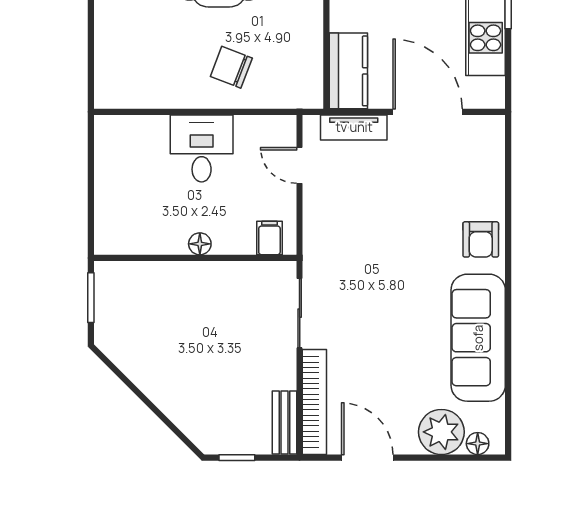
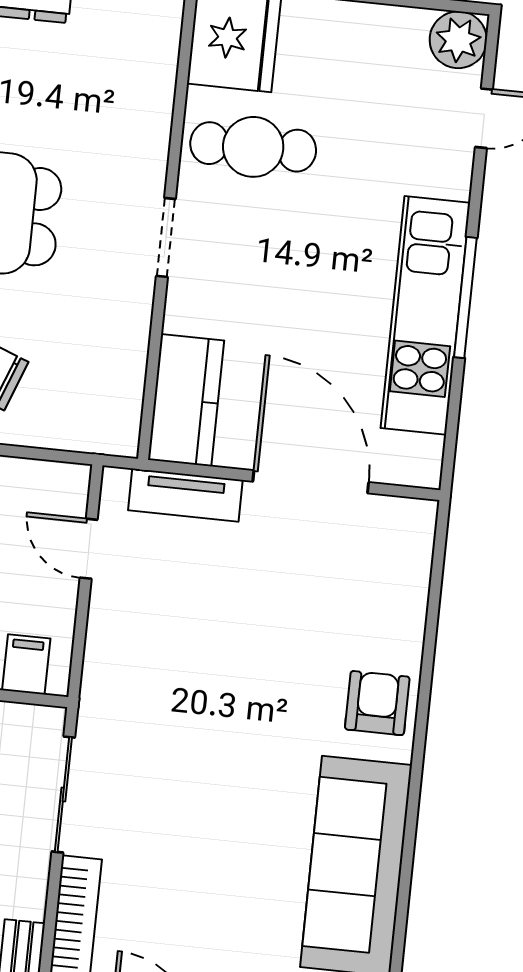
armchair: (481, 239) -> (377, 703), turned 180

